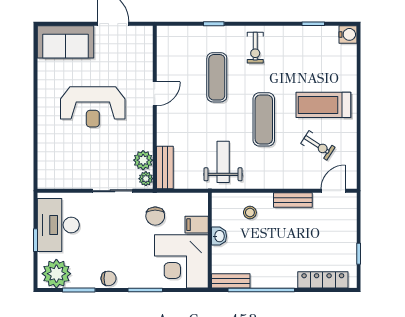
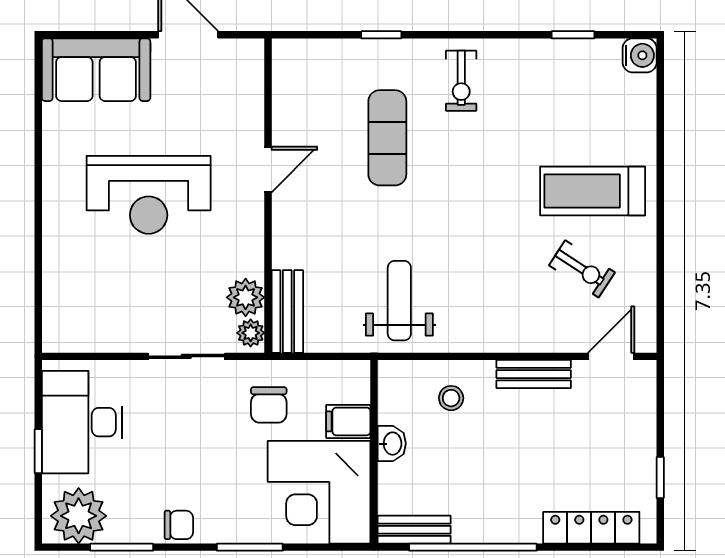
exercise mat: (264, 119) -> (478, 219), removed

